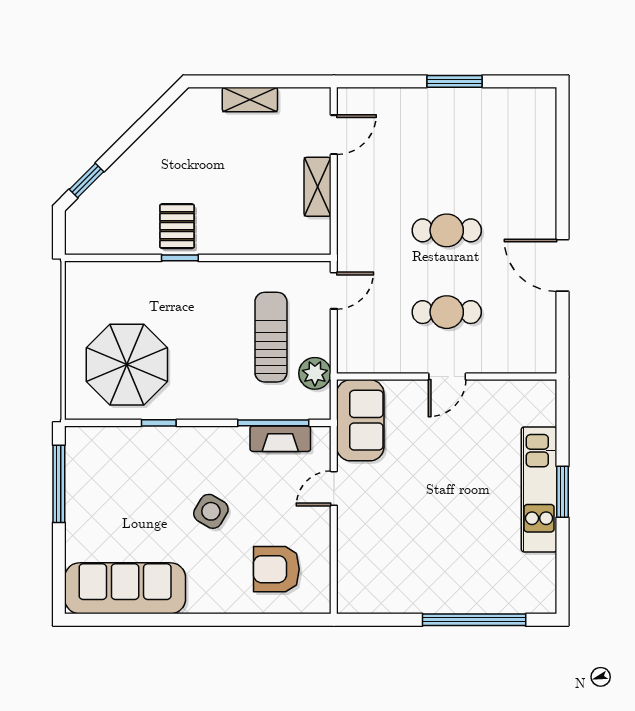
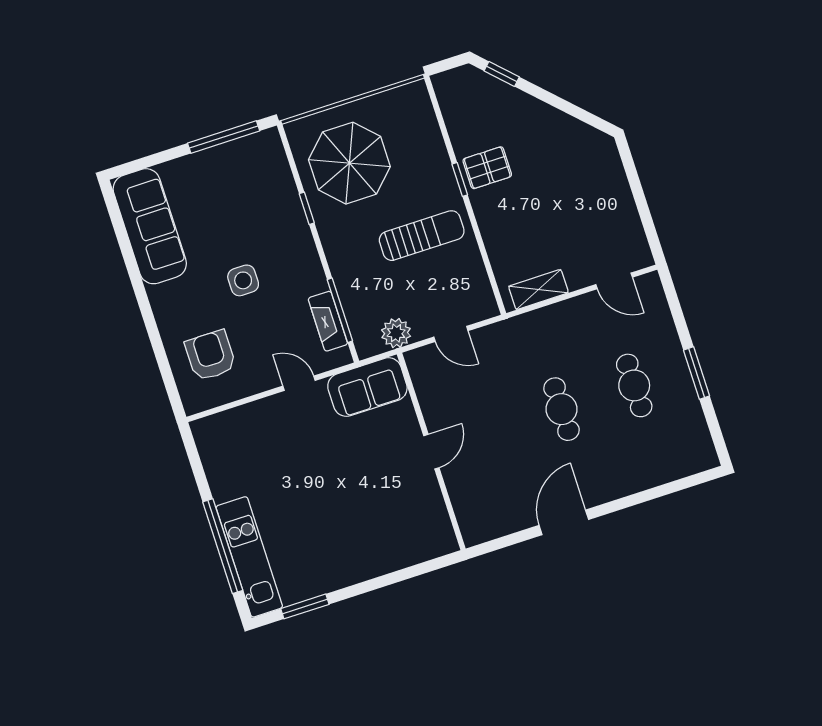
shelving: (250, 99) -> (621, 196), removed
shelving: (318, 187) -> (538, 289), moved
door: (334, 291) -> (451, 334), moved
cafe table: (447, 312) -> (634, 385), moved
sun lounger: (271, 337) -> (422, 236), moved
door: (447, 377) -> (431, 452), swing flipped
kitchen unit: (539, 489) -> (249, 557), moved, turned 90
window: (562, 492) -> (305, 606), moved
side table: (211, 511) -> (243, 280), turned -31

